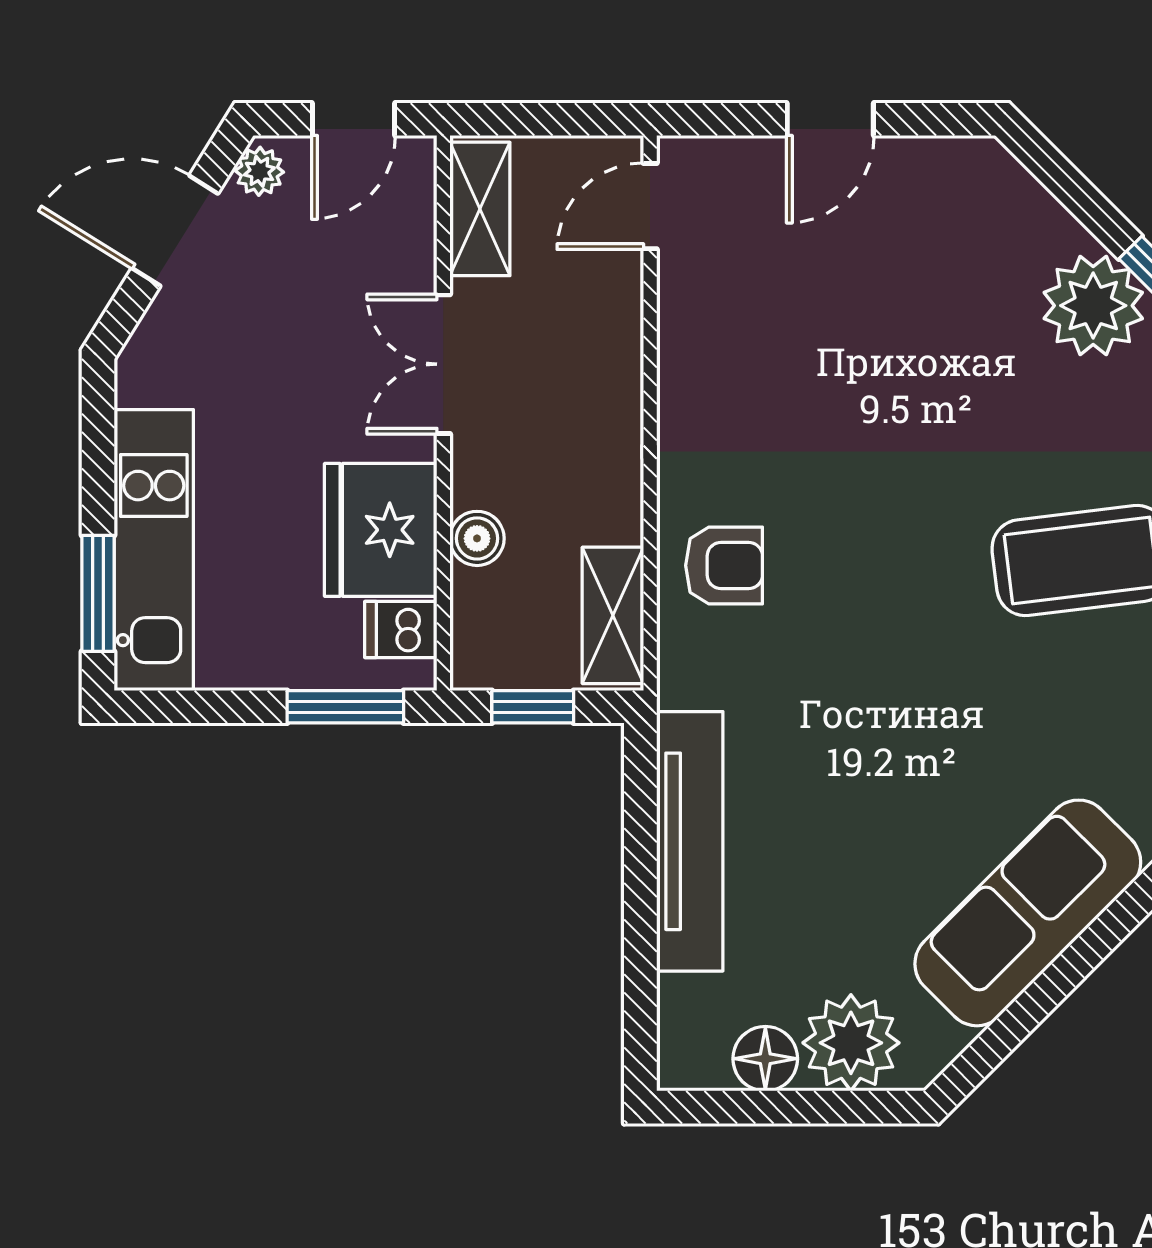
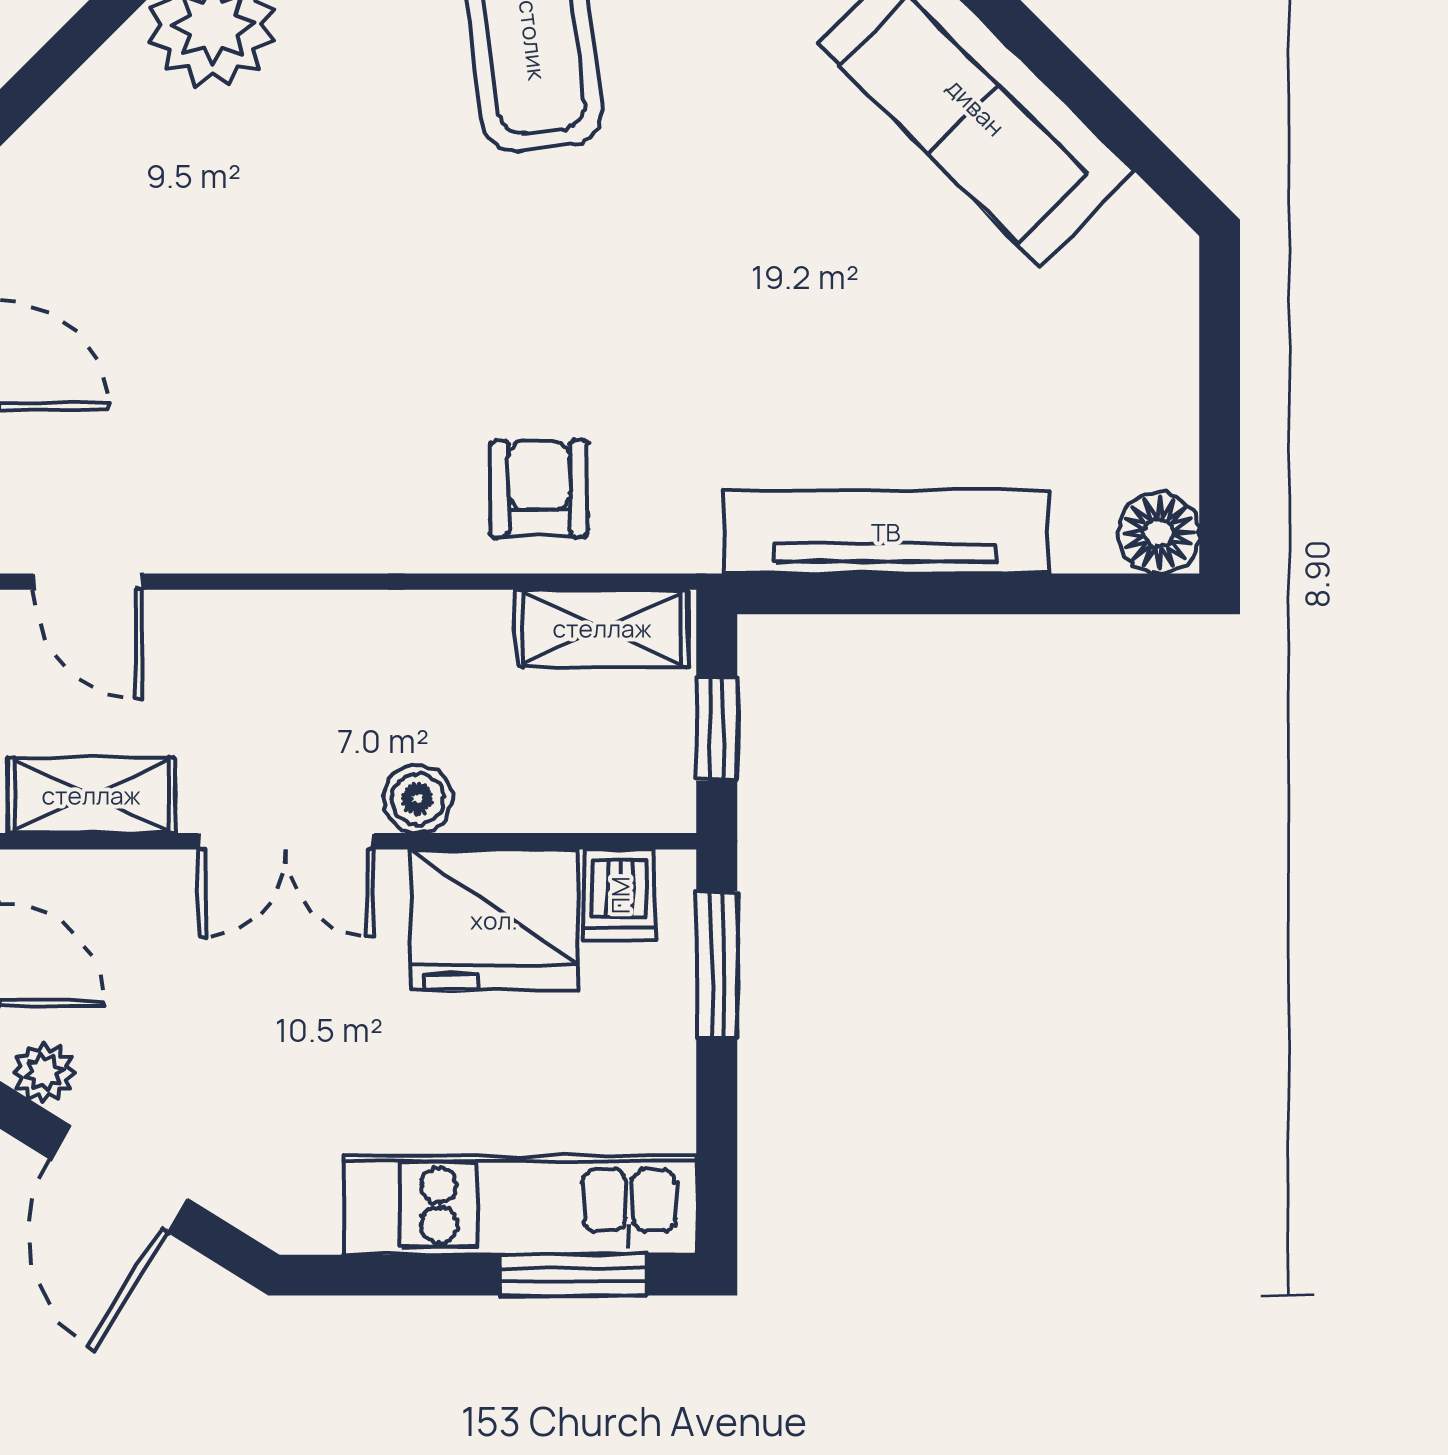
boiler: (477, 538) -> (418, 799), moved
plant: (851, 1043) -> (1139, 329), removed
floor lamp: (765, 1059) -> (1159, 533), moved

